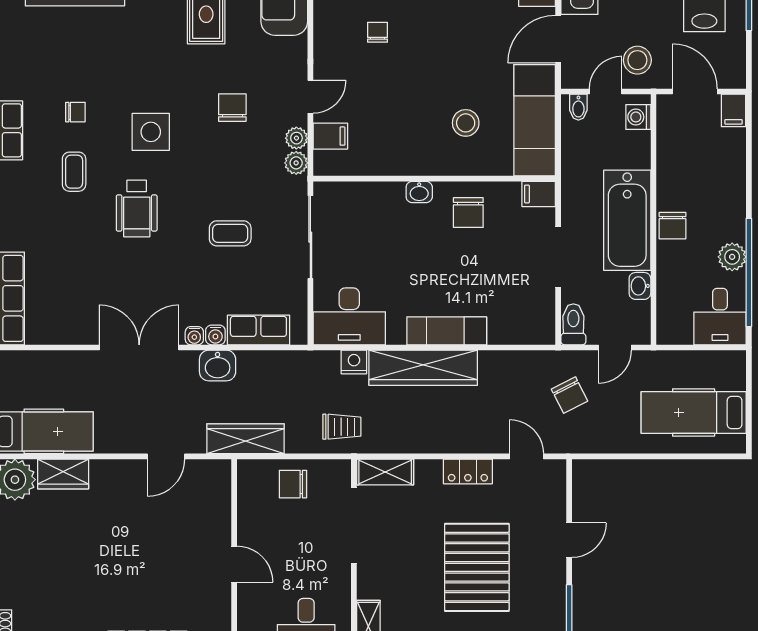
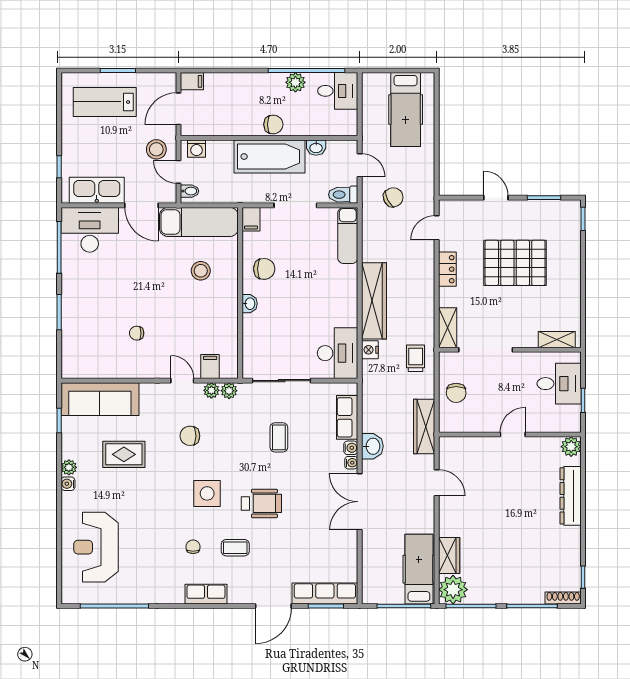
exam couch: (447, 331) -> (348, 235), moved

